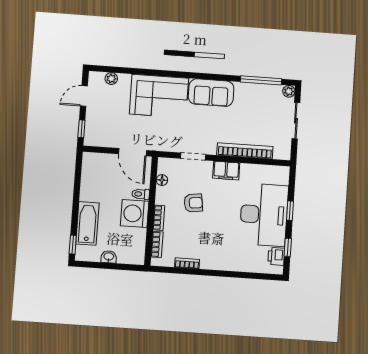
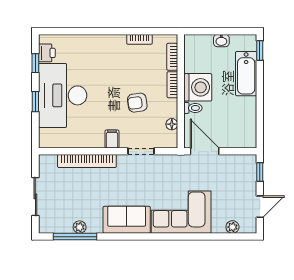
plant: (289, 91) -> (80, 227), moved
filing cabinet: (226, 170) -> (112, 139), width x0.50

